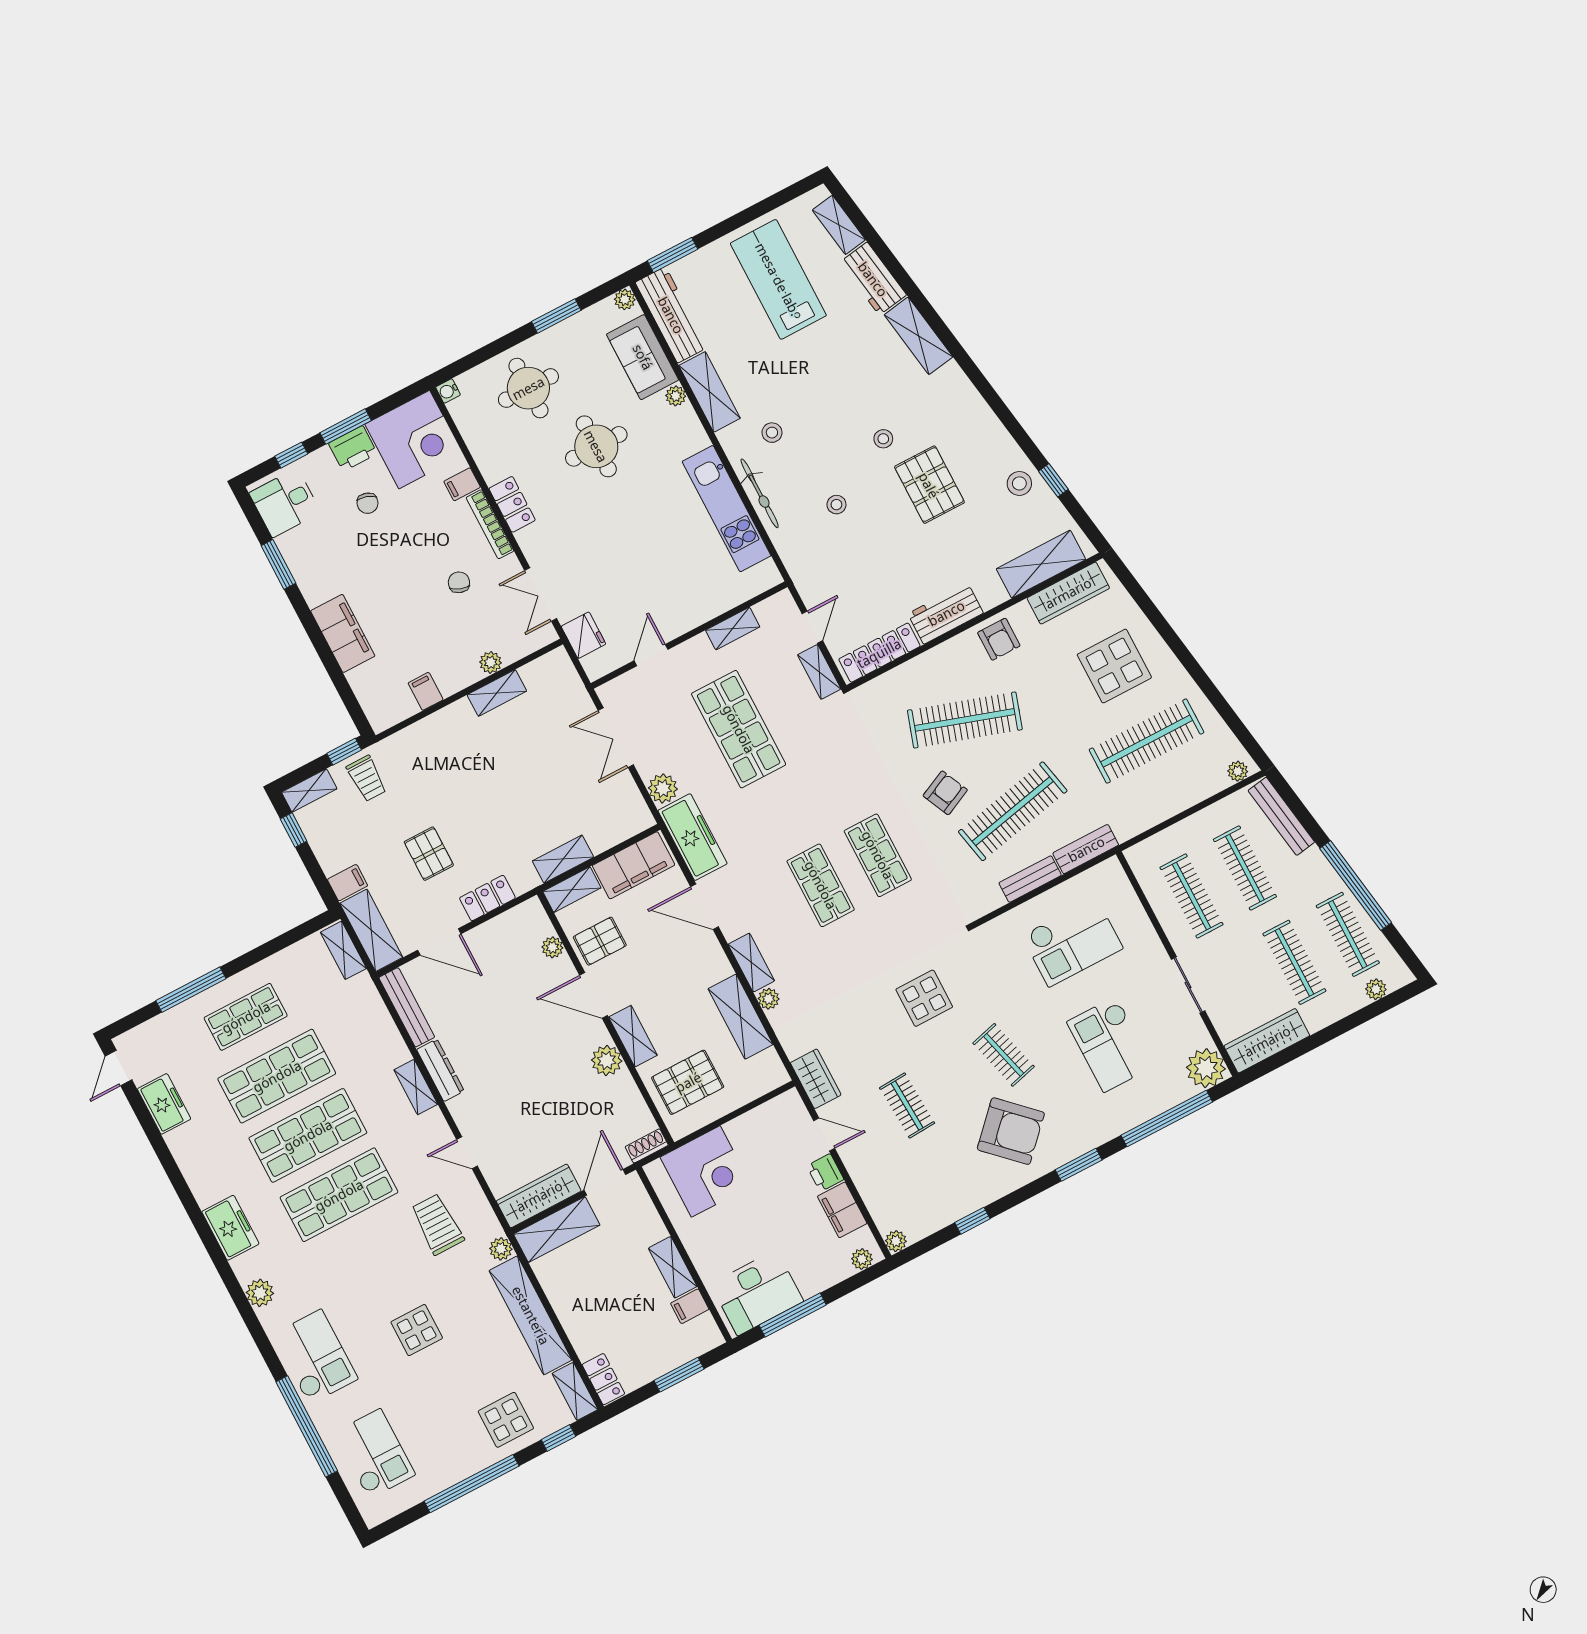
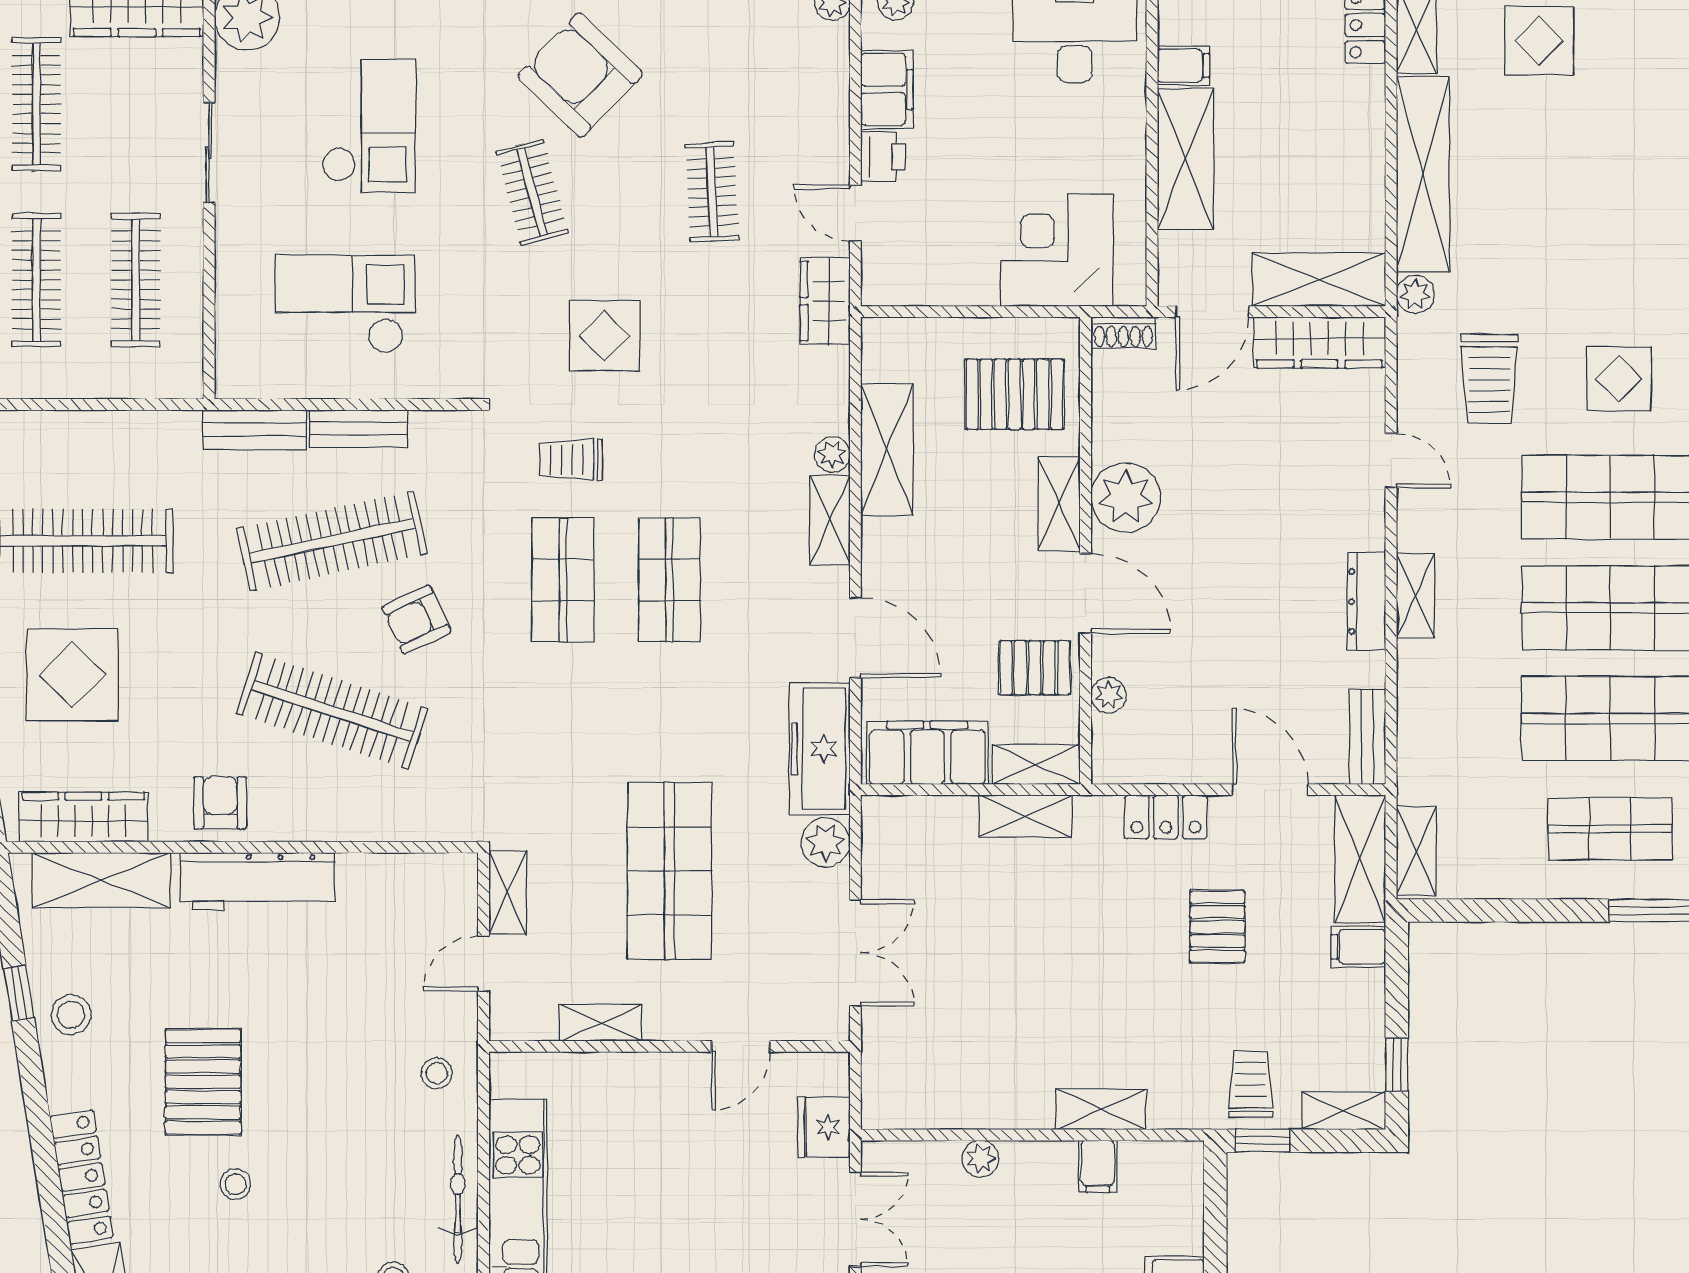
stool: (836, 505) -> (437, 1073), moved
workbench: (946, 613) -> (257, 881), width x1.38
locker: (879, 653) -> (82, 1177), moved, turned -99
shelving: (497, 693) -> (1101, 1109), moved
trolley: (907, 922) -> (571, 460), added
bench: (407, 1007) -> (1367, 737), width x0.73
plant: (607, 1061) -> (1126, 498), width x1.36, depth x1.36
shelving: (673, 1267) -> (1185, 159), width x1.50, depth x1.33
display table: (417, 1330) -> (1619, 379), moved

